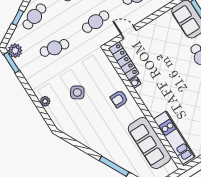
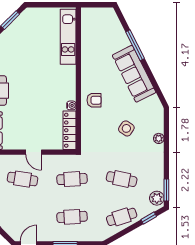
window: (18, 17) -> (149, 218), moved
door: (129, 32) -> (34, 152), moved
sofa: (149, 143) -> (134, 74), moved, turned 153

